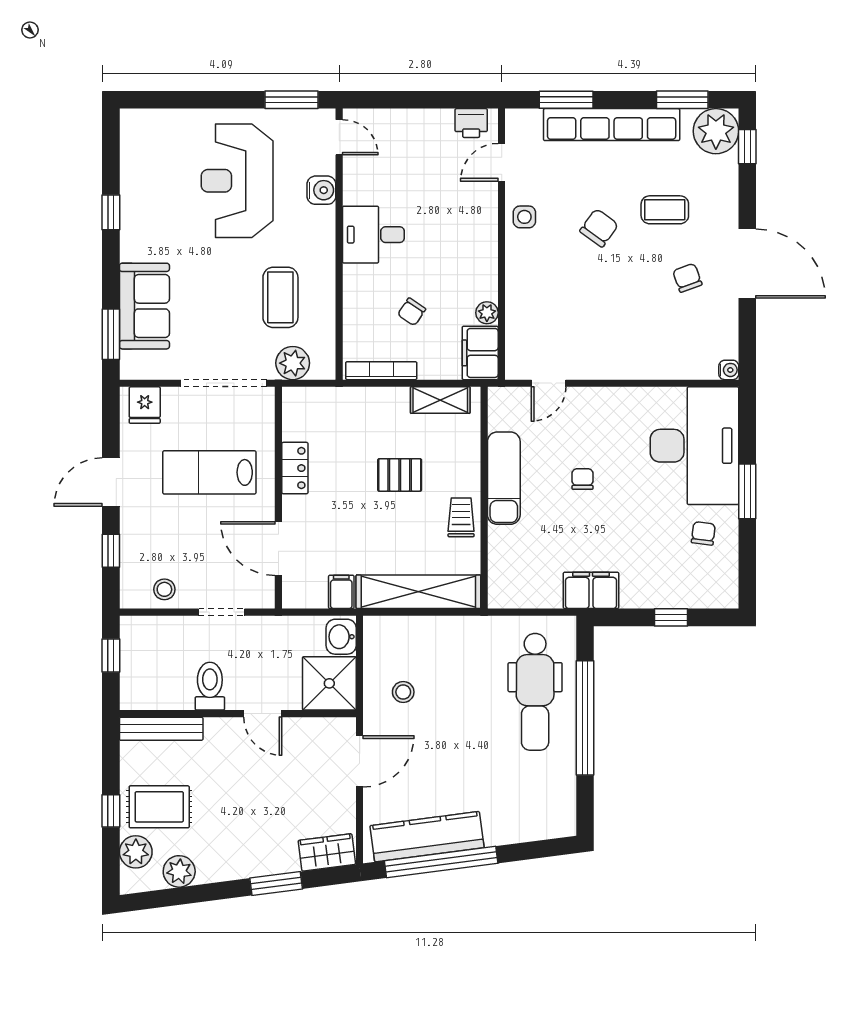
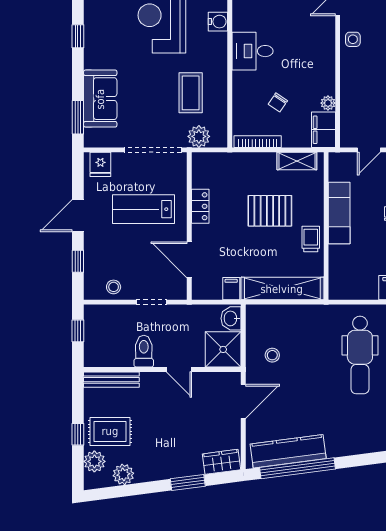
pallet: (400, 475) -> (270, 211), width x1.50, depth x1.42

